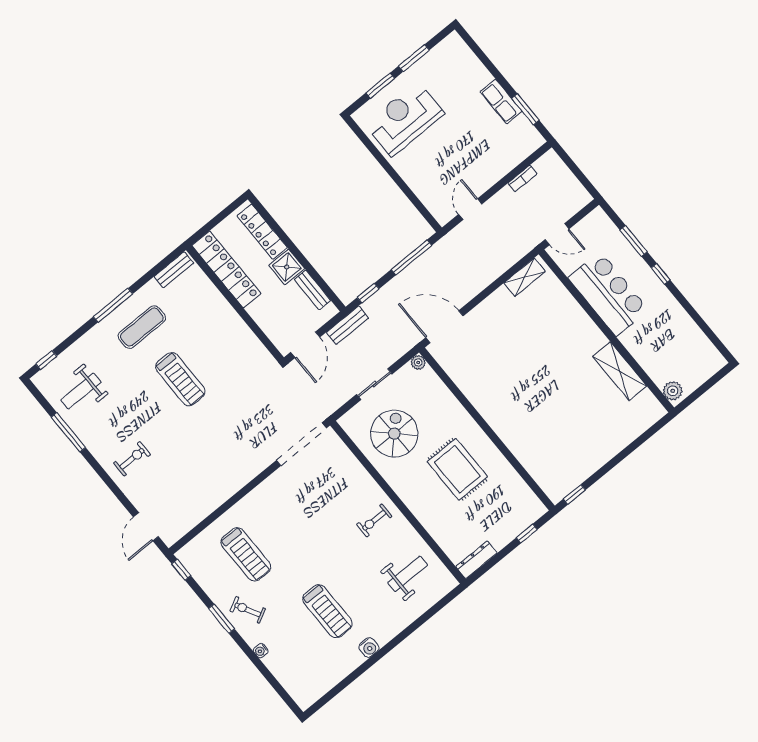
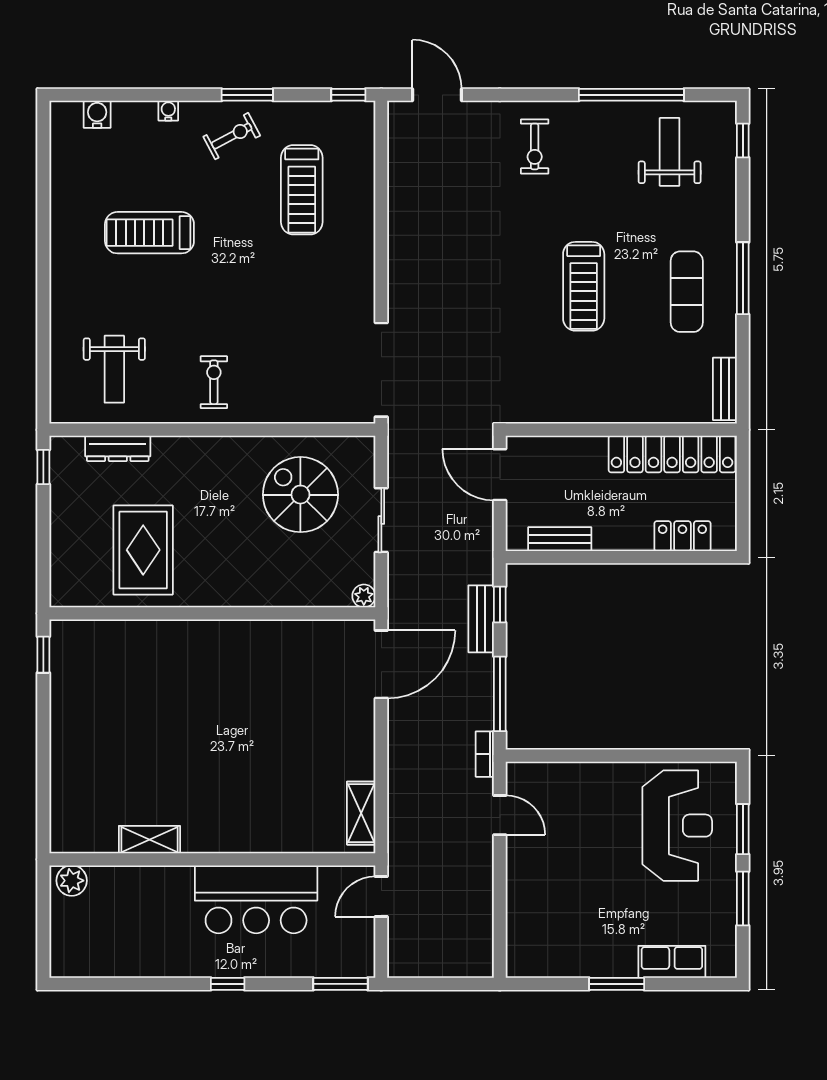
row of seats: (501, 101) -> (672, 962), moved
window: (525, 109) -> (617, 984), moved
bookcase: (523, 178) -> (485, 754), moved
locker: (262, 232) -> (682, 536), width x0.66
window: (633, 241) -> (340, 984), moved
shower: (287, 267) -> (614, 531), removed
bench: (347, 325) -> (481, 619), moved
shelving: (620, 371) -> (149, 840), width x0.67, depth x0.75
treadmill: (180, 379) -> (584, 286), turned -90
window: (68, 432) -> (631, 95), width x1.46
spiral stairs: (394, 434) -> (300, 495), turned 180
rug: (457, 469) -> (143, 550), moved, turned 90
window: (527, 534) -> (43, 467), moved
treadmill: (246, 554) -> (302, 190), turned -90
dresser: (476, 560) -> (118, 448), moved, turned 90
water cooler: (369, 647) -> (97, 114), moved, turned 90

